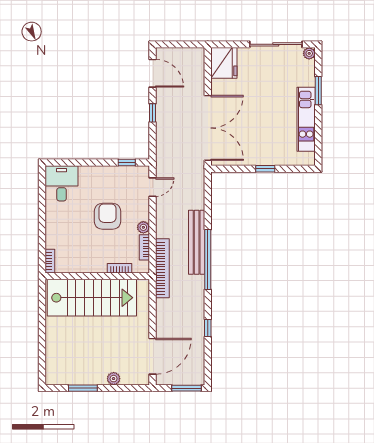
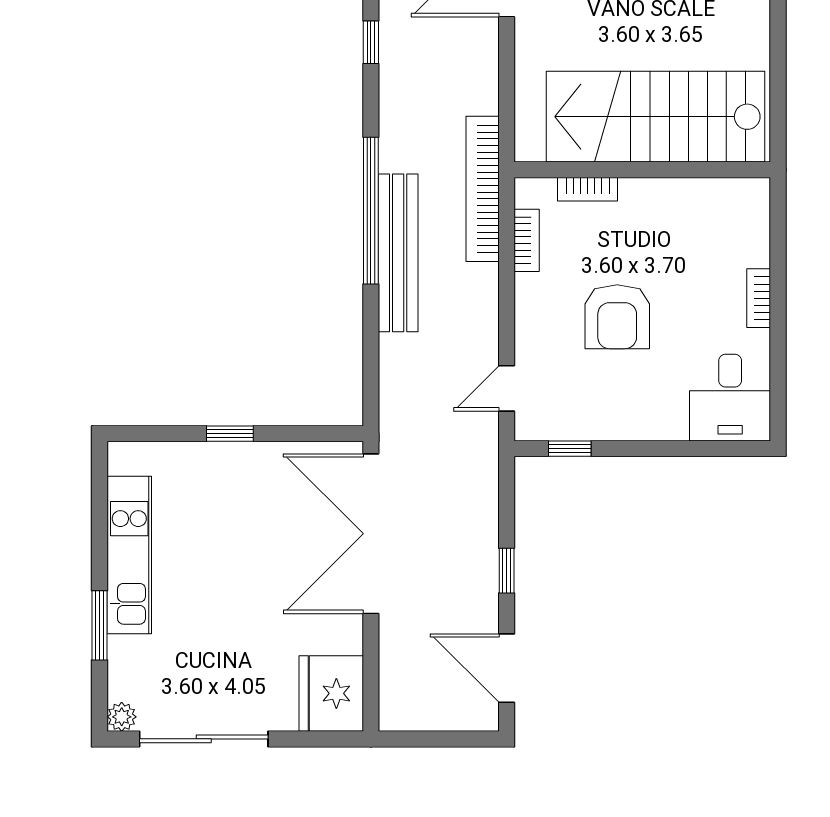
plant: (143, 227) -> (529, 290), removed
bookcase: (50, 261) -> (759, 298), moved

